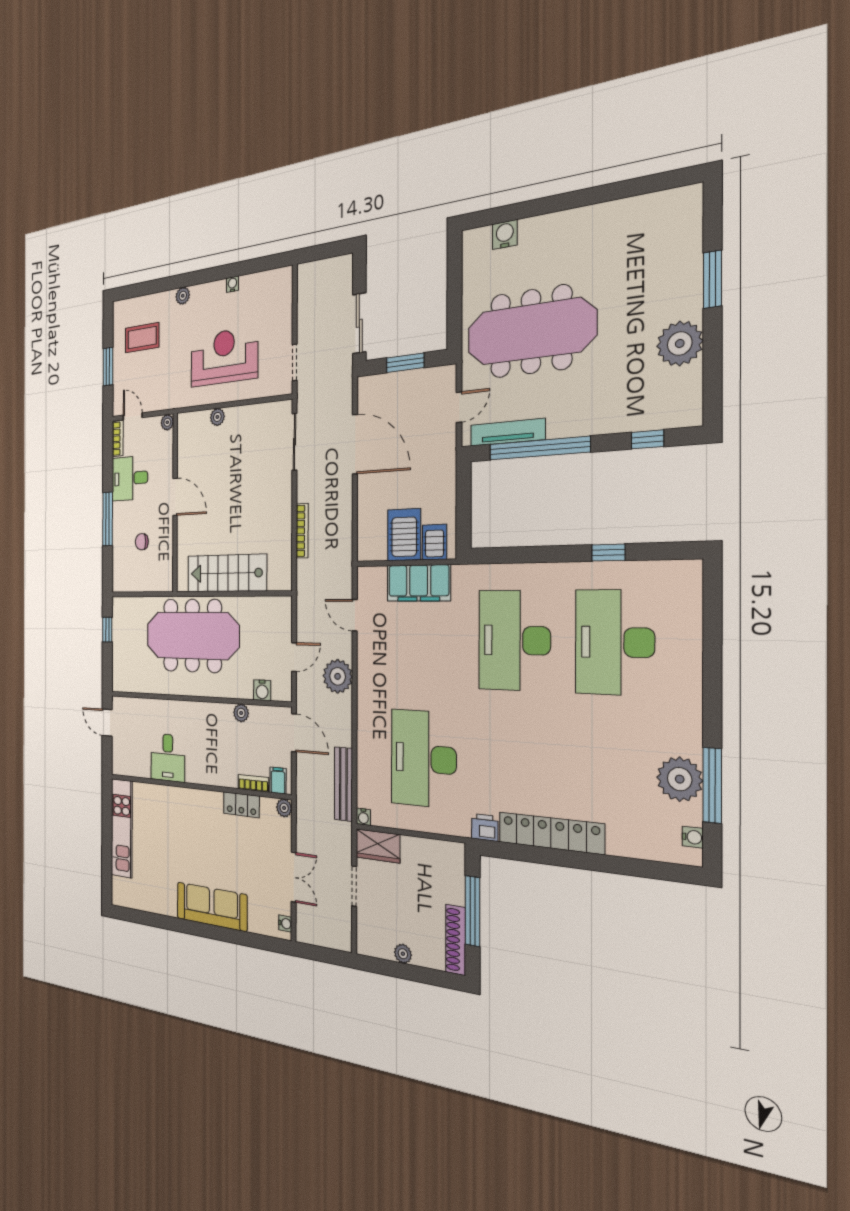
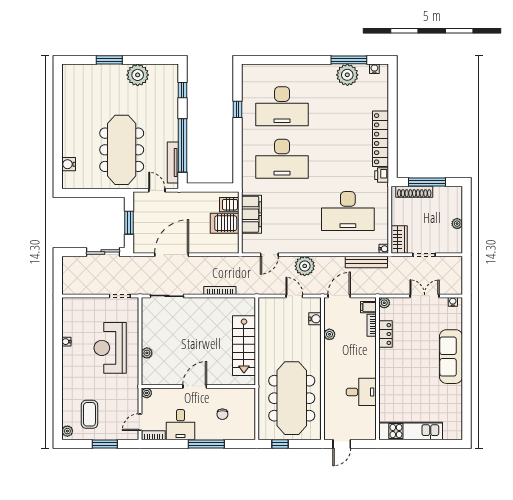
plant: (183, 296) -> (67, 431), moved
meeting table: (192, 636) -> (292, 398), moved
shoe rack: (456, 940) -> (414, 192), moved

